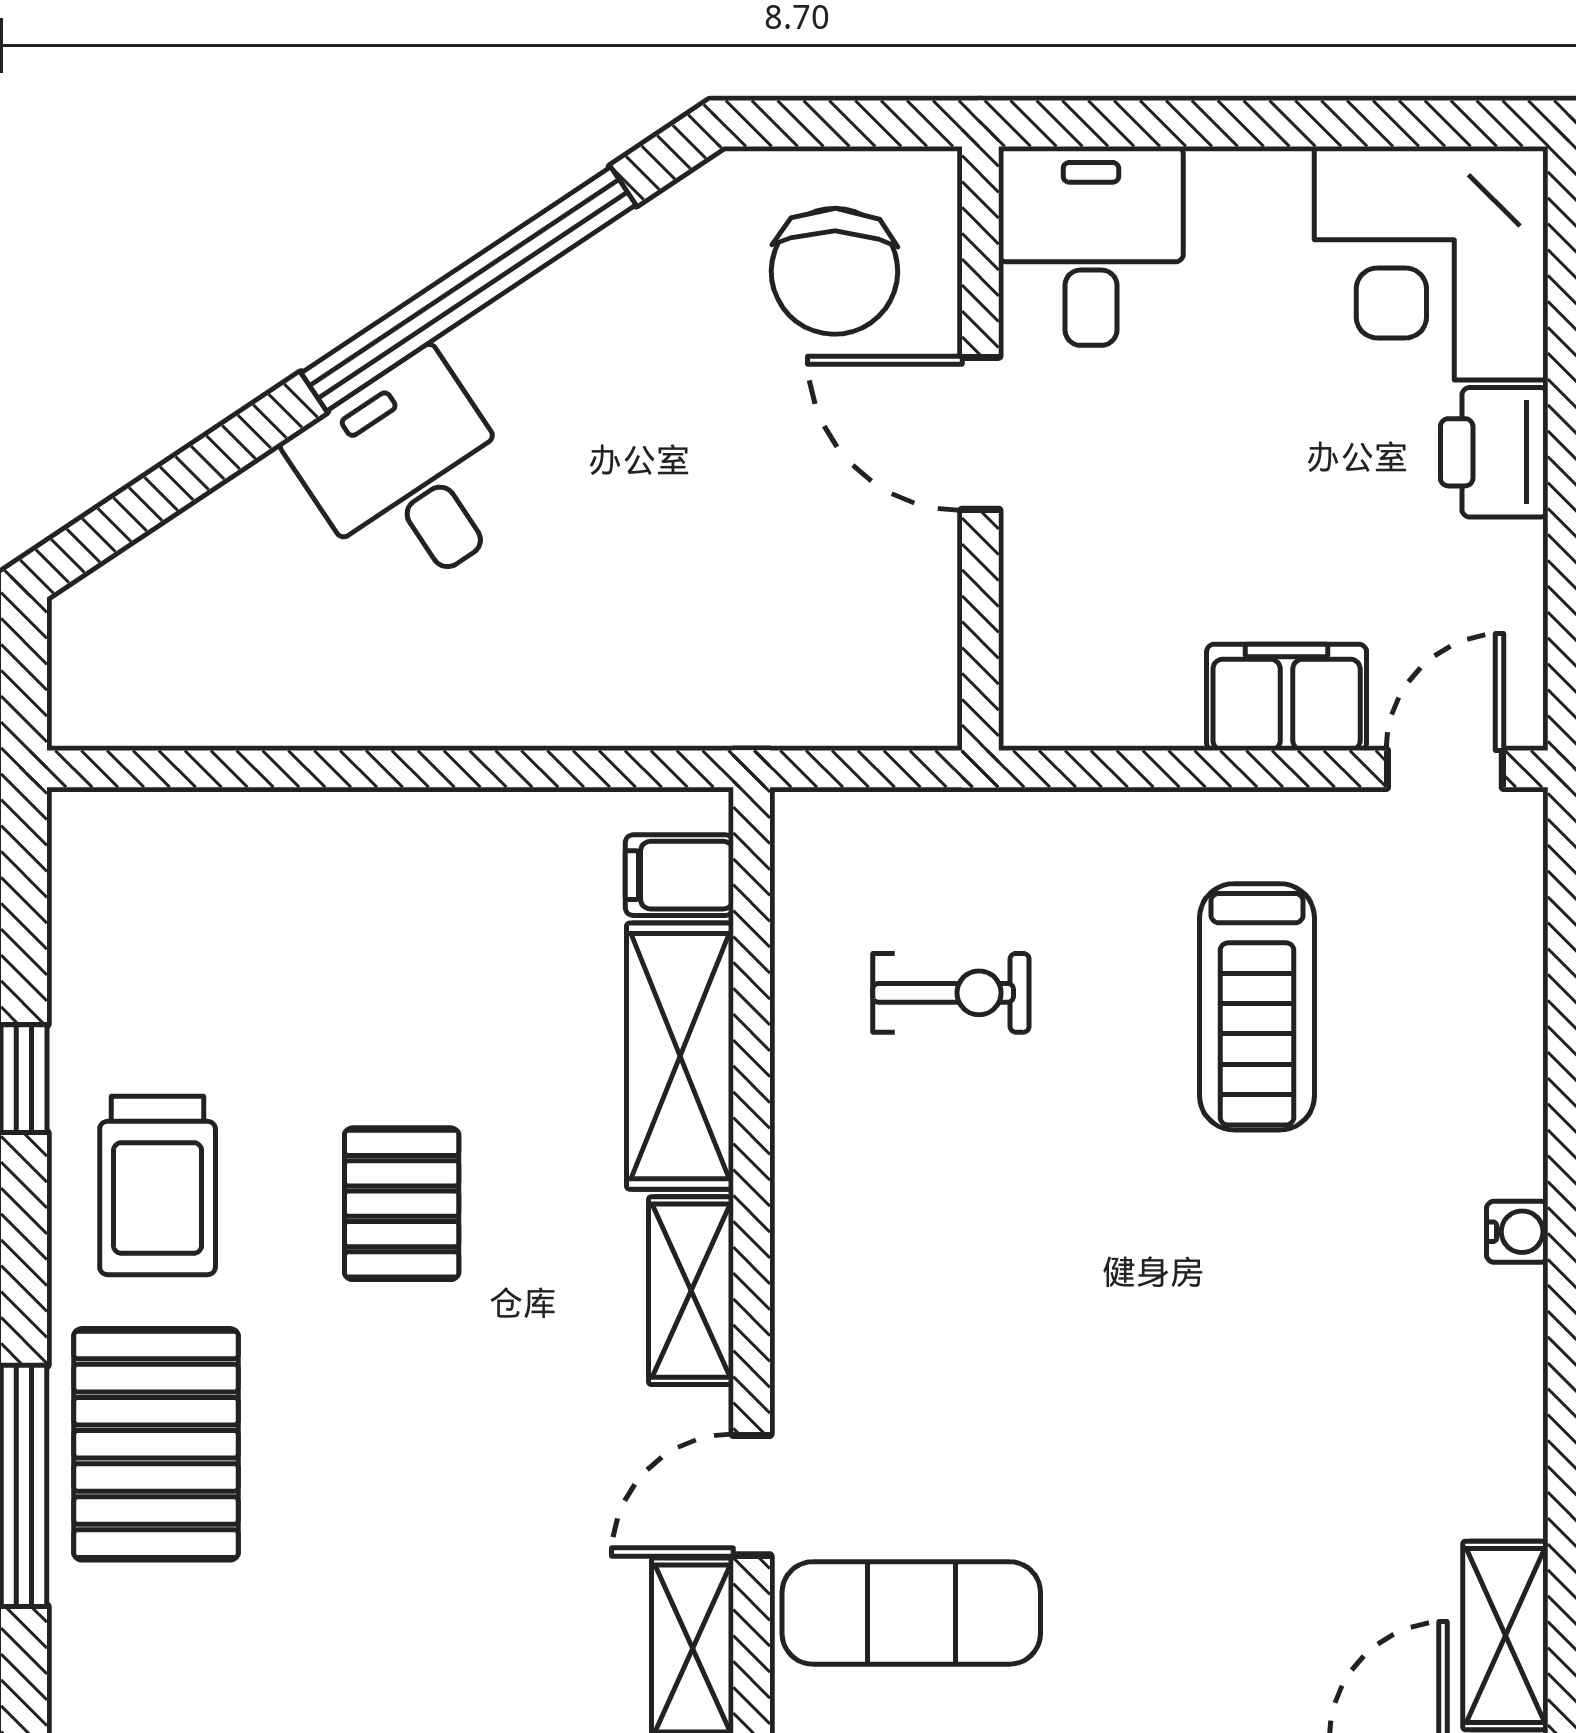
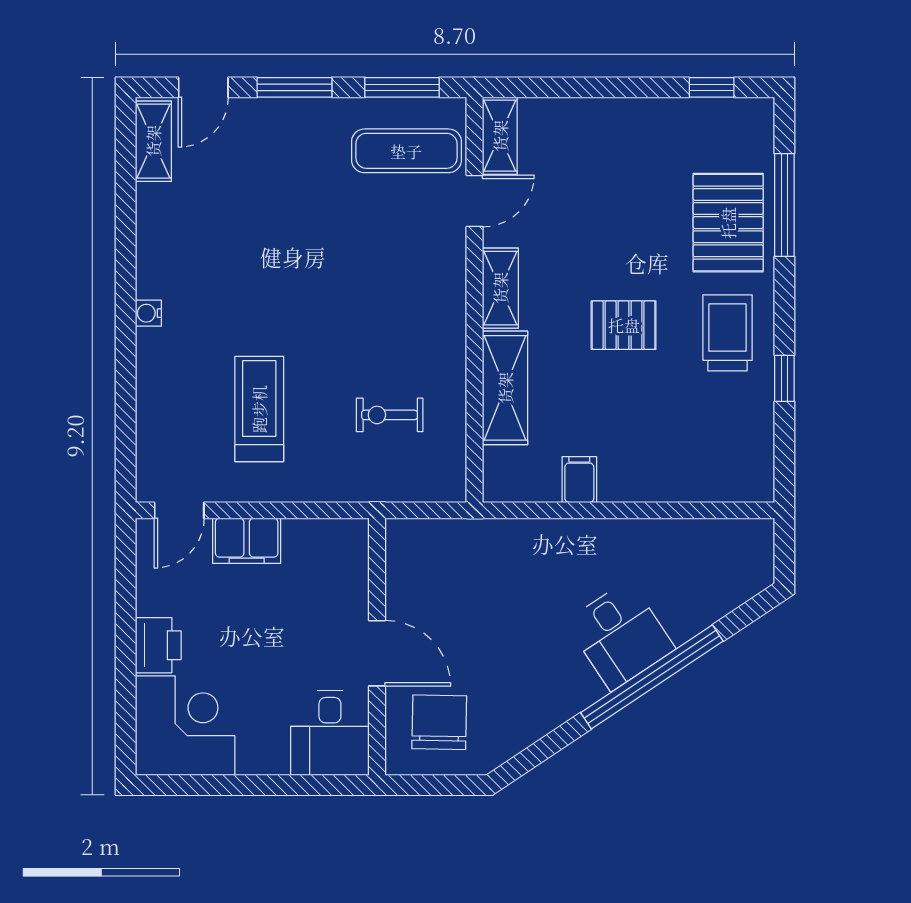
window: (469, 289) -> (652, 677), moved
filing cabinet: (679, 875) -> (579, 480), moved, turned -90
pallet: (402, 1204) -> (624, 325), turned 90

